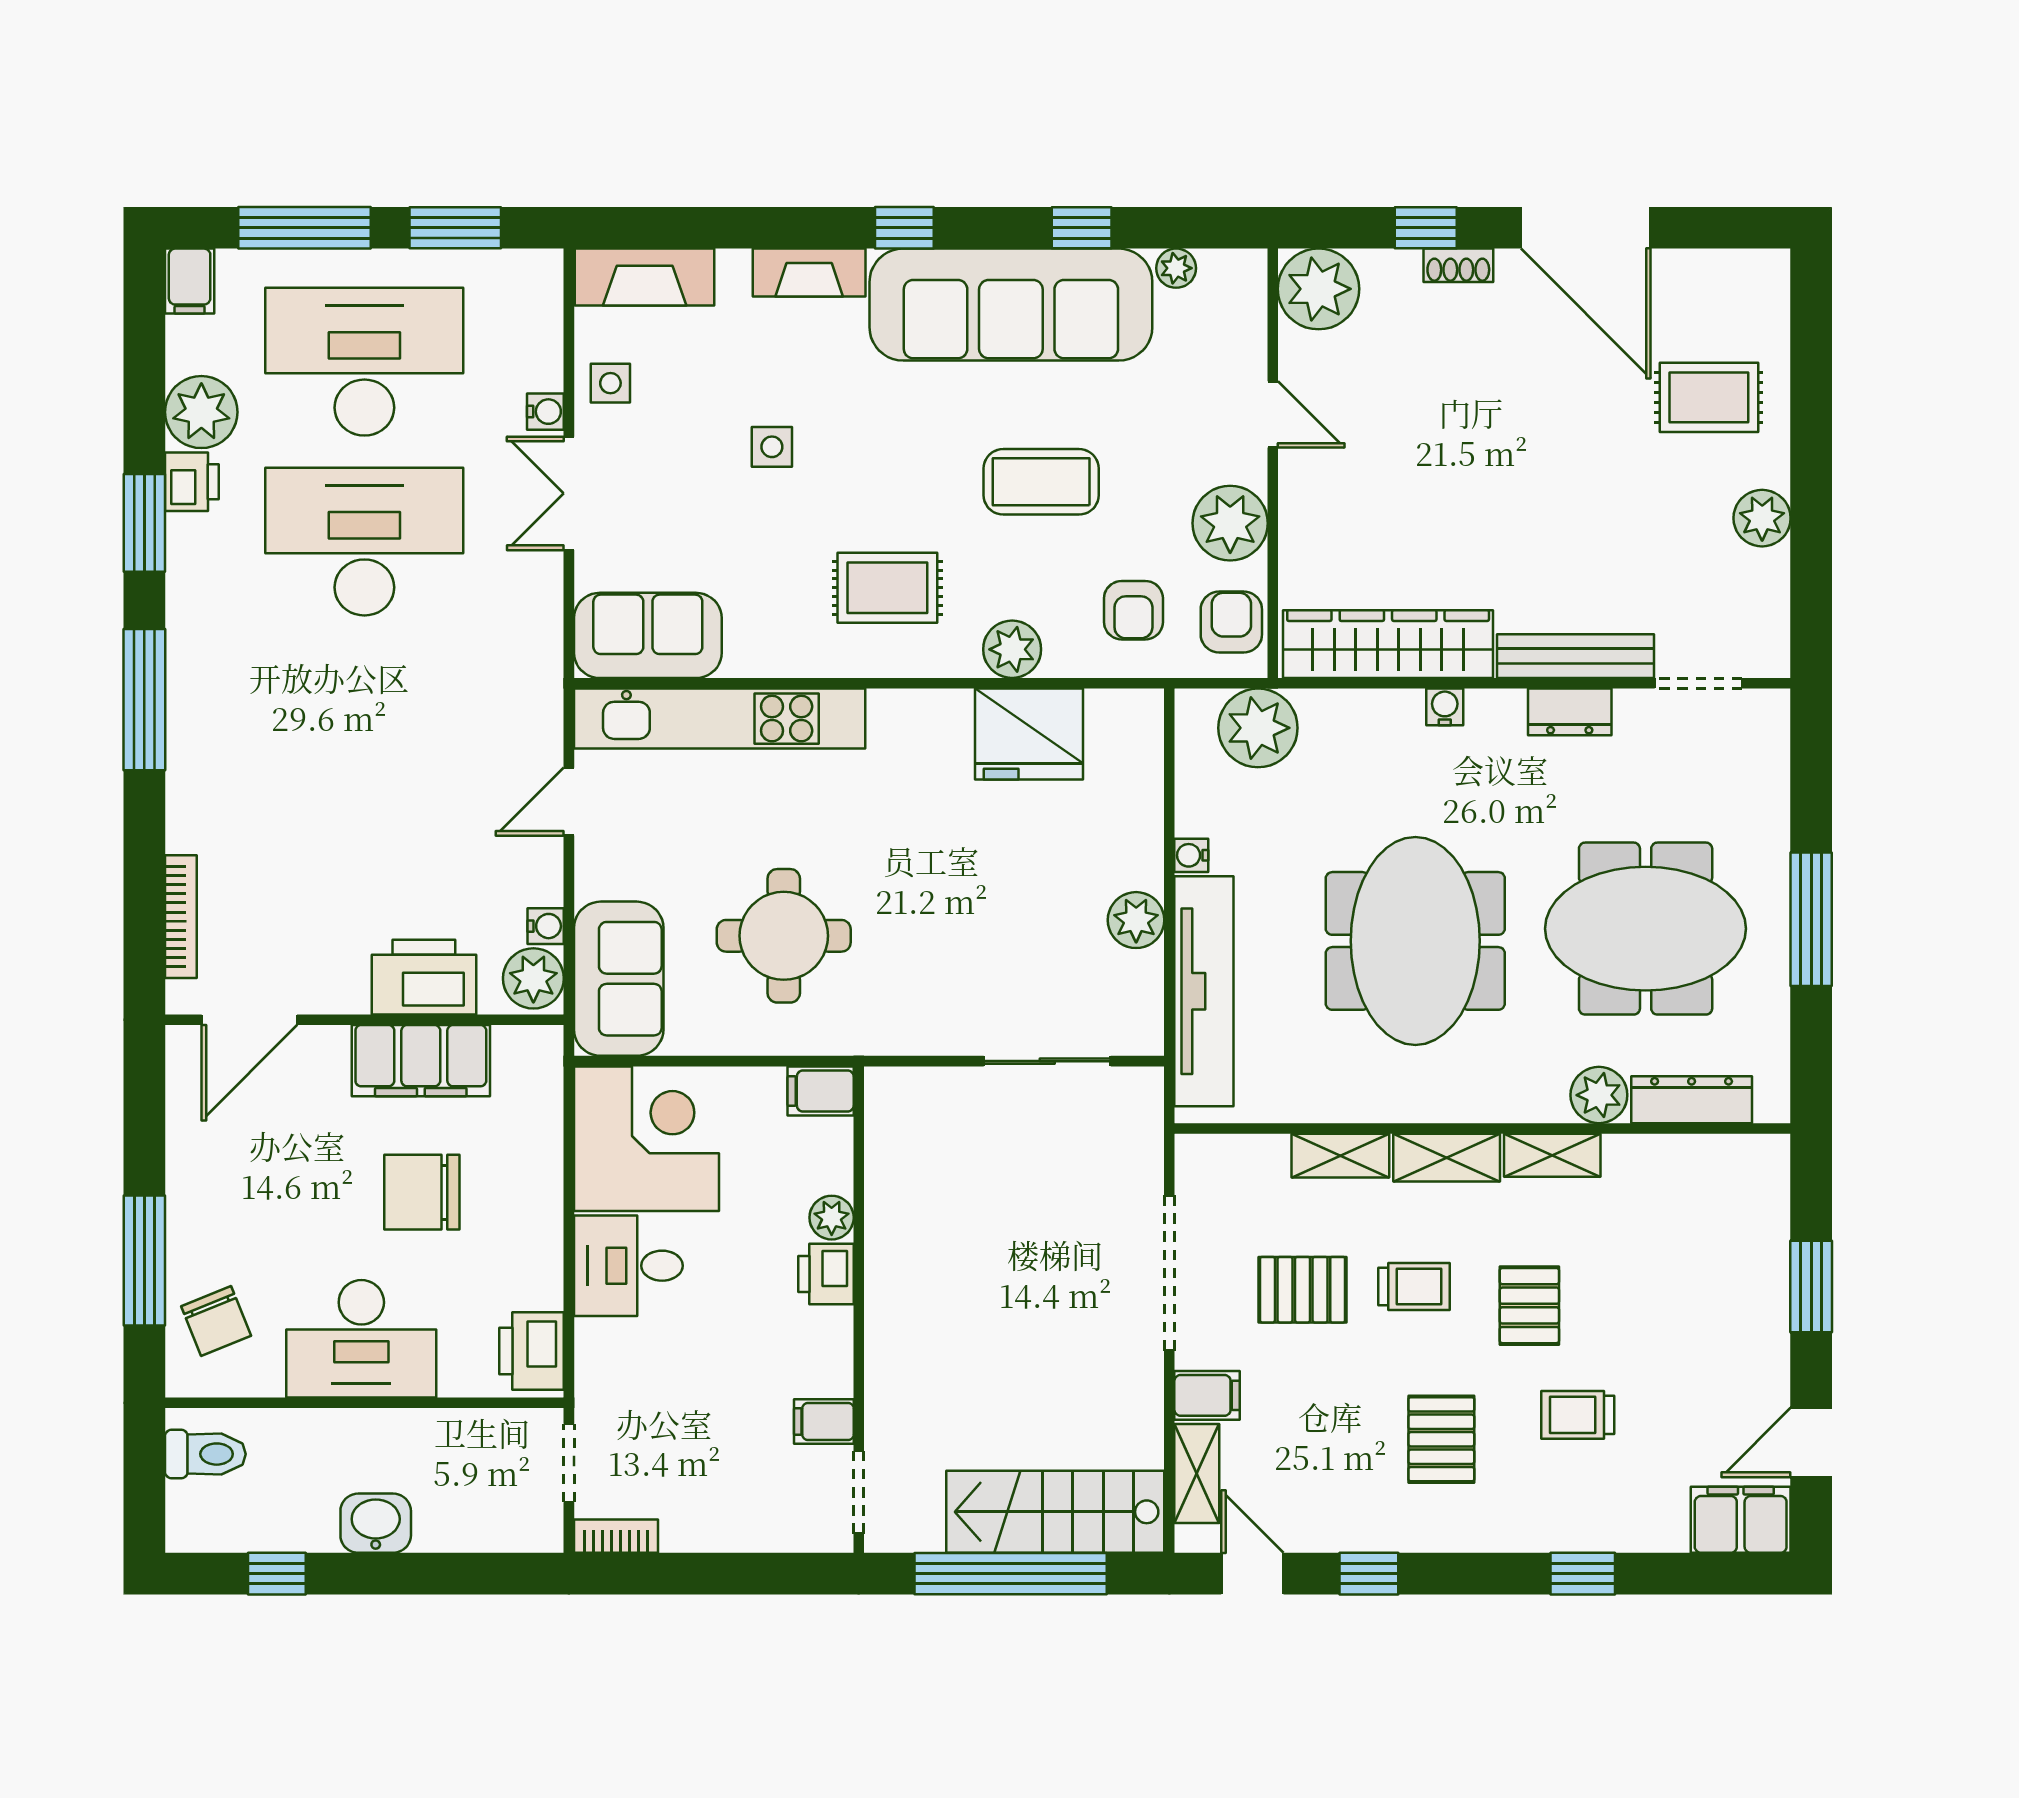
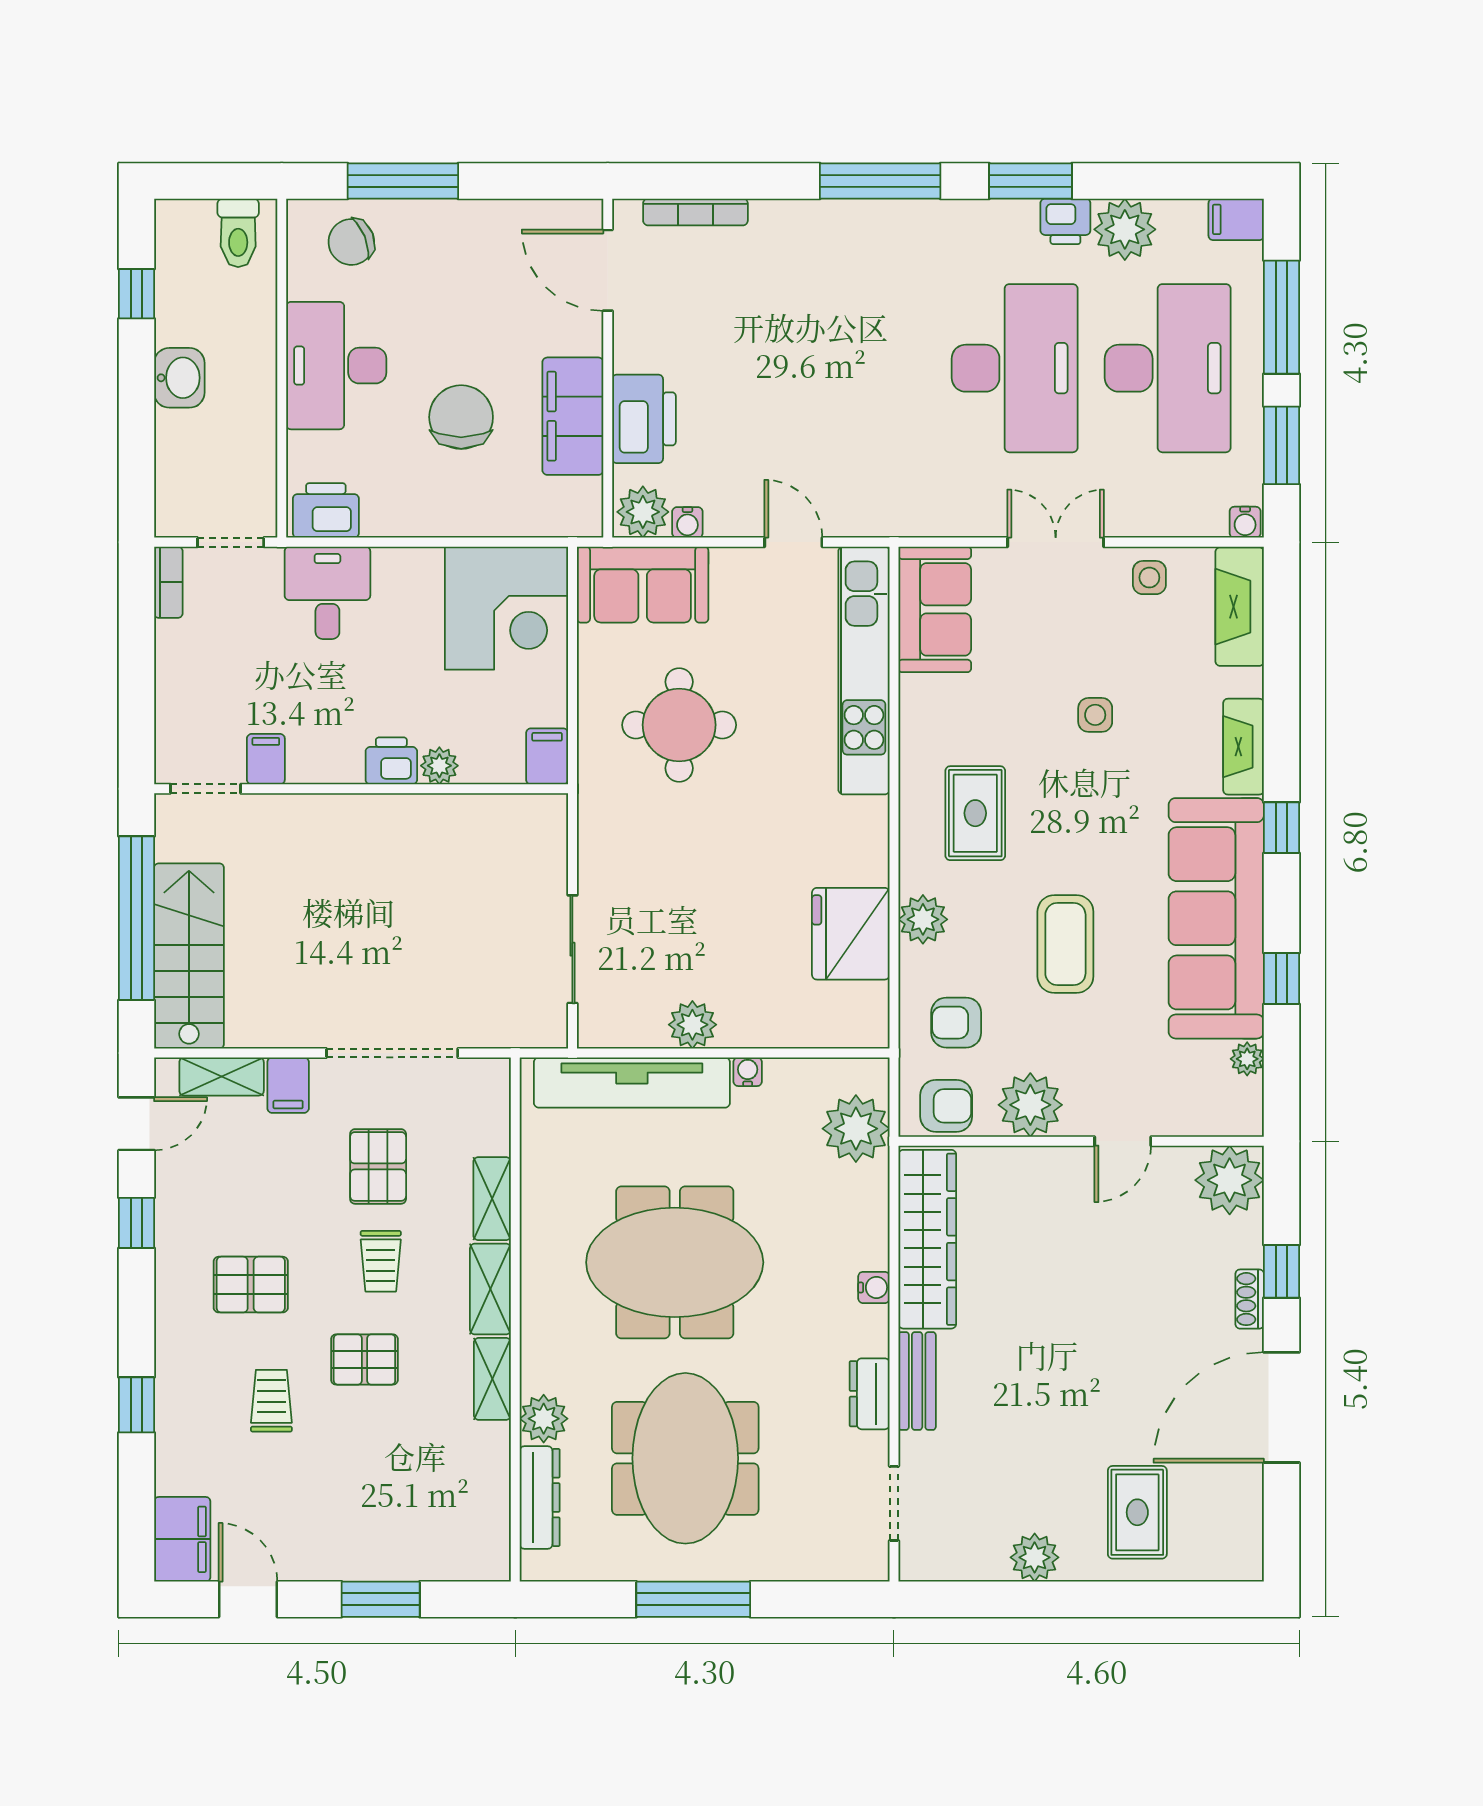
water cooler: (545, 412) -> (1245, 522), moved
bench: (1576, 656) -> (917, 1381), width x0.73
desk: (628, 1266) -> (327, 593), moved

